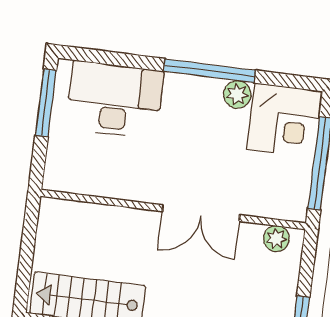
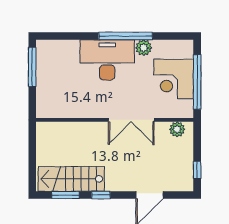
desk: (115, 100) -> (107, 60), moved
corner desk: (284, 120) -> (174, 79), moved, turned 90

